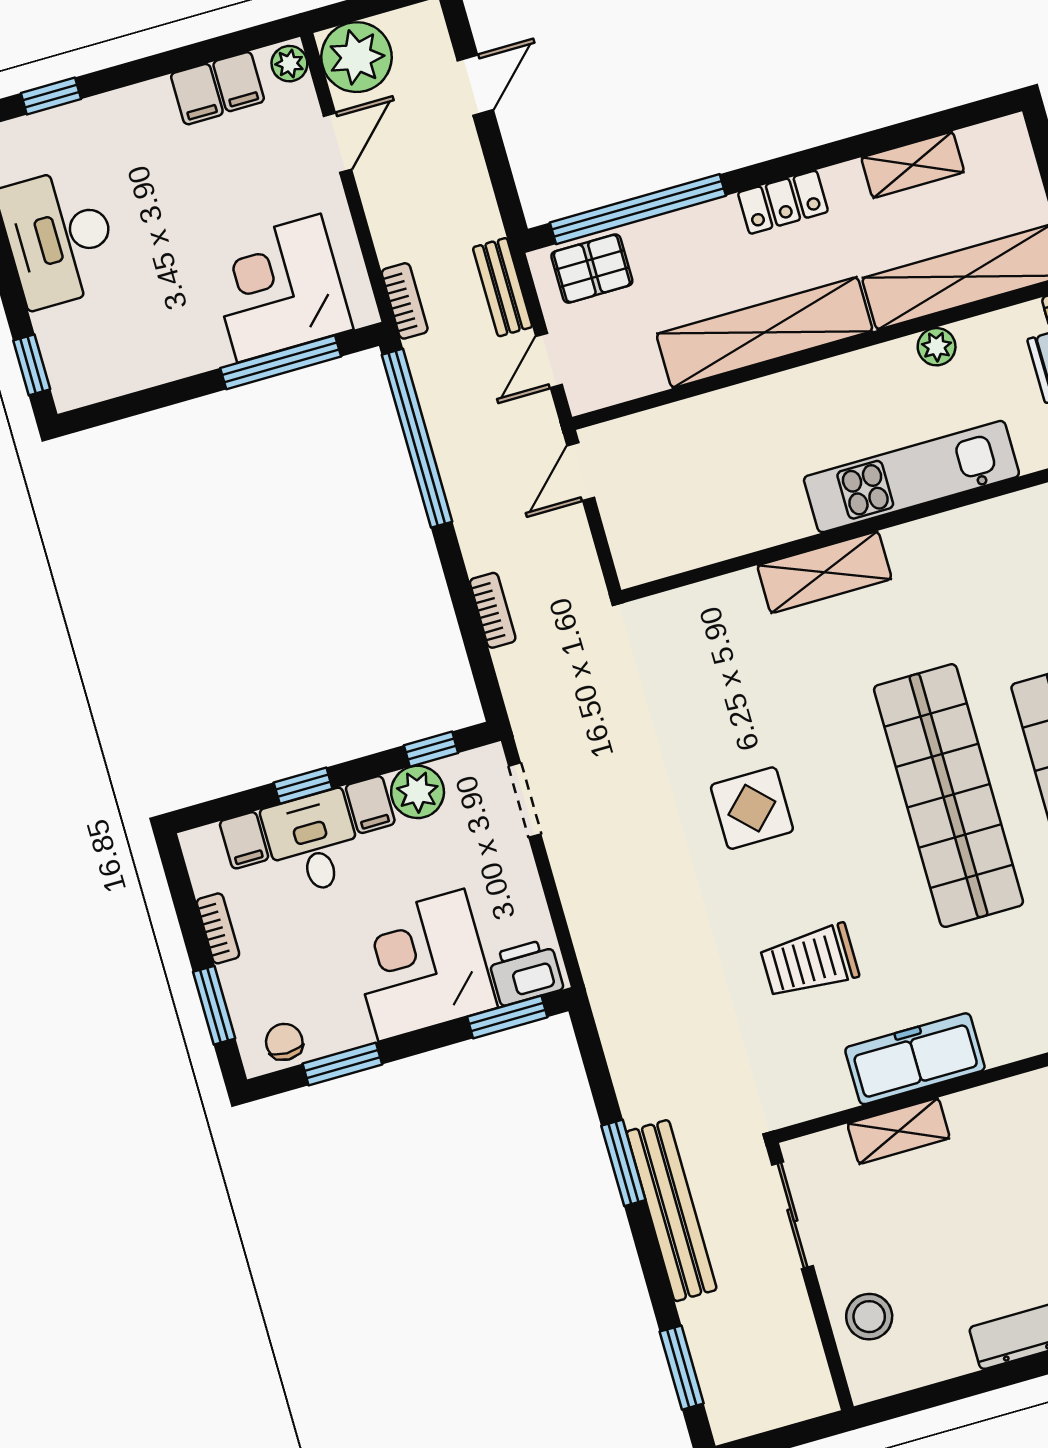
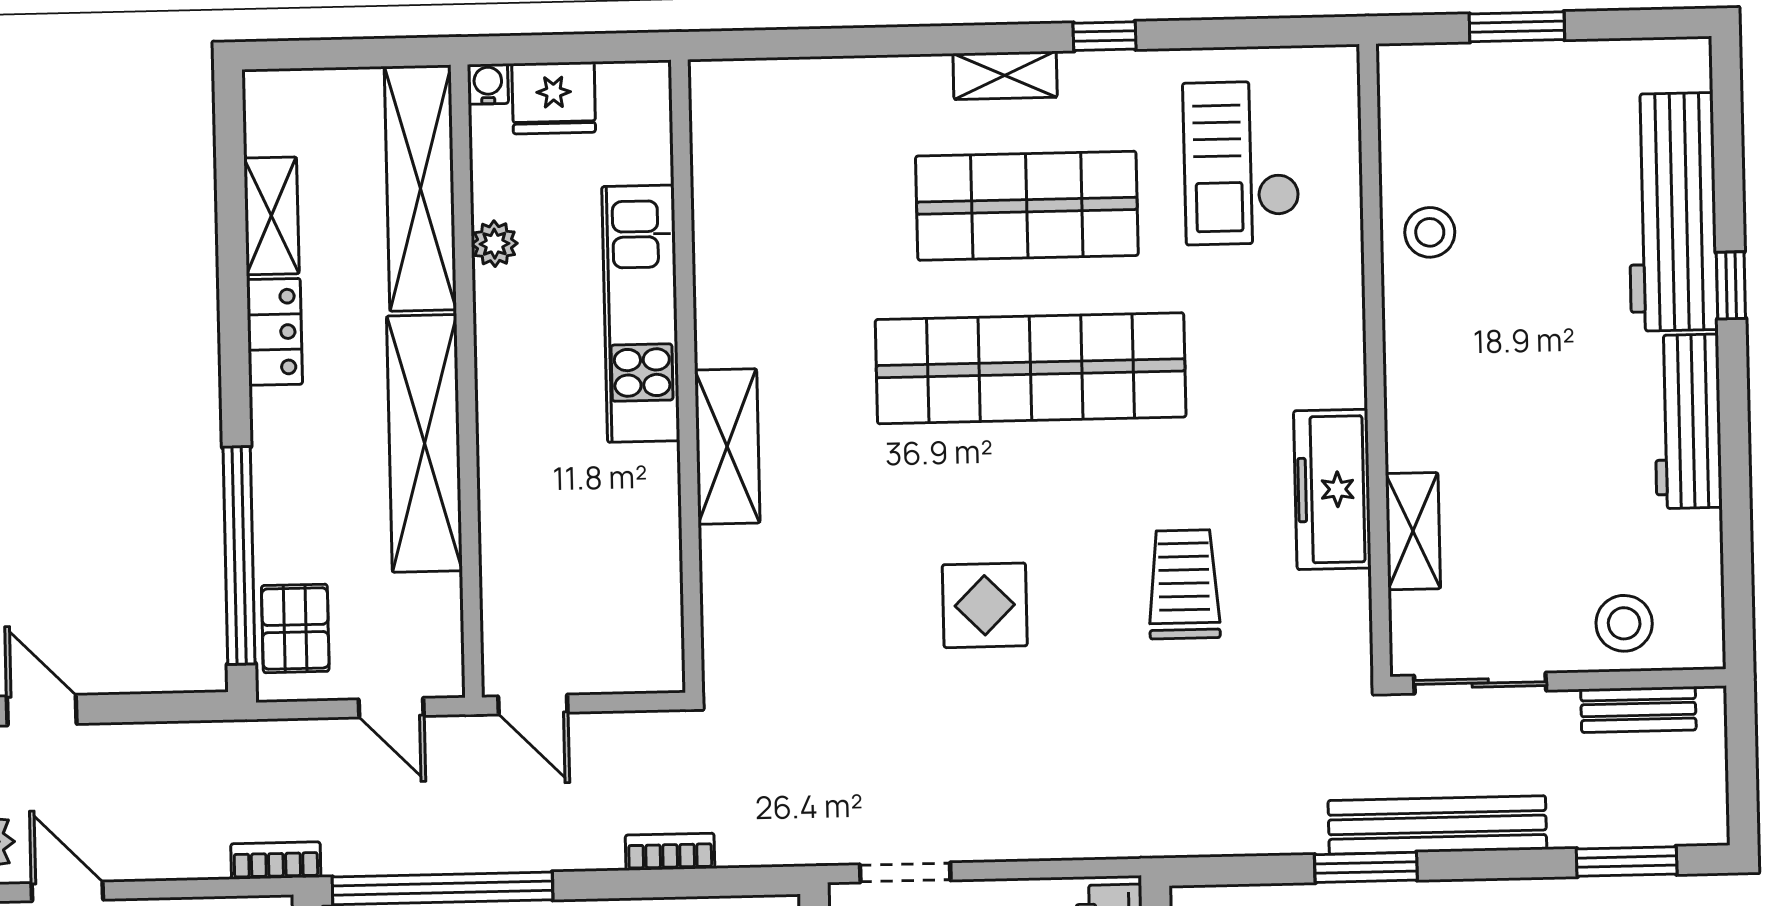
locker: (783, 202) -> (274, 332), moved
bench: (503, 287) -> (1638, 710), moved
trolley: (810, 961) -> (1184, 584), turned 180

